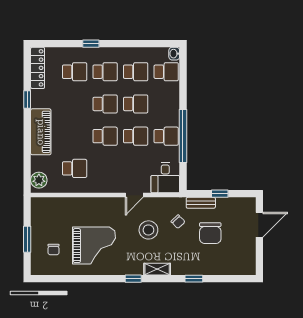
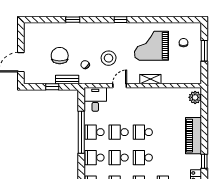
school desk: (75, 168) -> (95, 158), moved
shelving: (157, 269) -> (150, 79), moved

